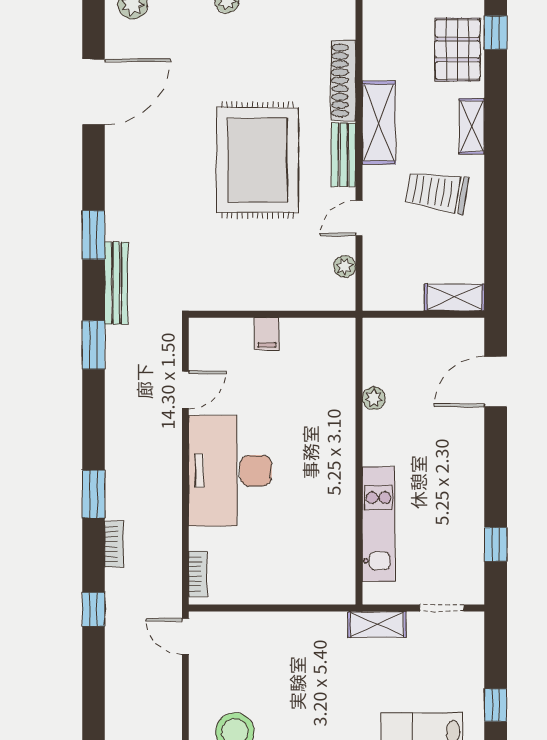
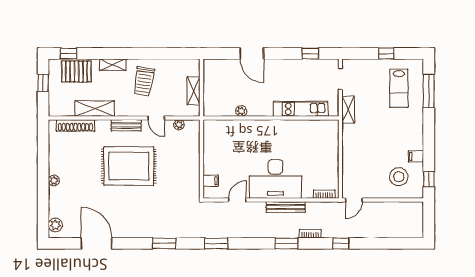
shoe rack: (343, 80) -> (75, 126), moved
shelving: (379, 123) -> (95, 109), moved
bench: (116, 283) -> (286, 207), moved
shelving: (455, 297) -> (194, 91), moved
filing cabinet: (267, 334) -> (211, 181), moved
door: (496, 382) -> (252, 54), moved
door: (185, 390) -> (237, 200), hinge flipped

